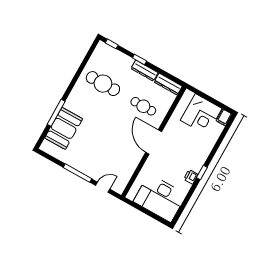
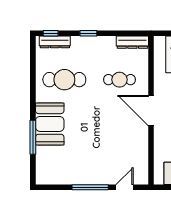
dresser: (145, 71) -> (55, 42), moved
booth: (64, 128) -> (50, 124), moved

